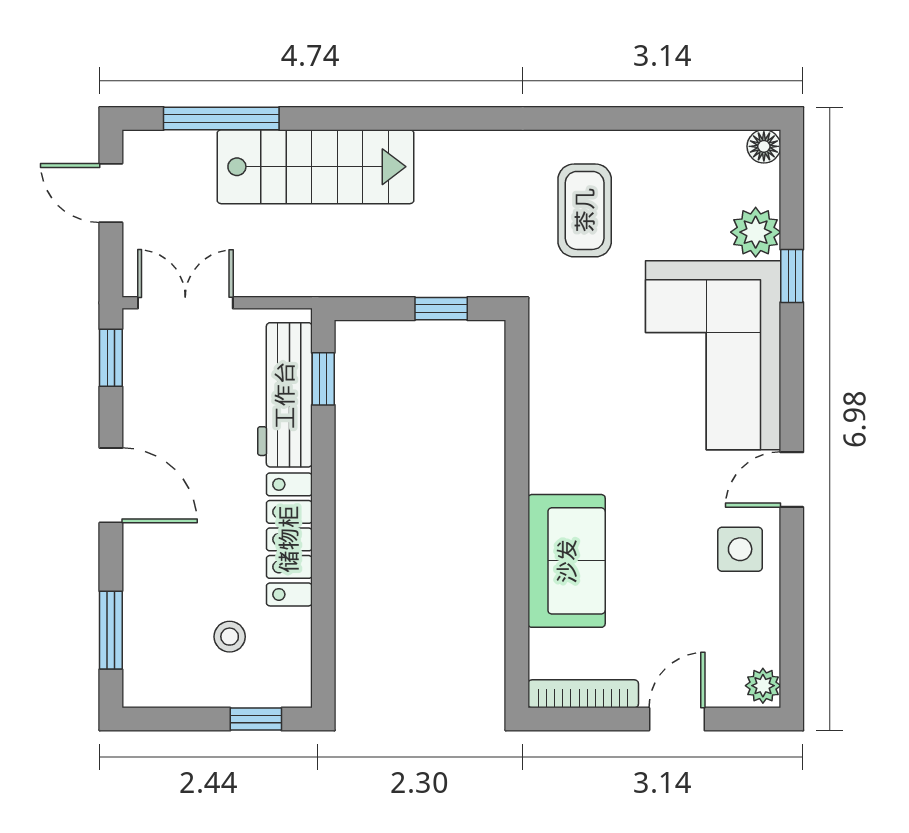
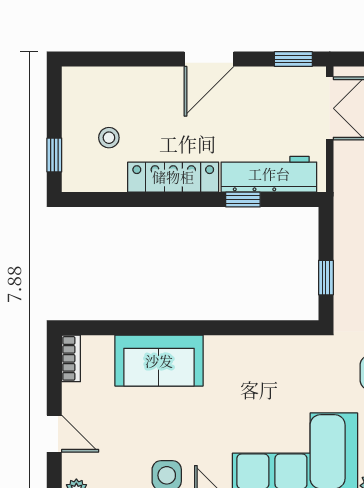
window: (323, 379) -> (243, 200), moved
window: (111, 630) -> (113, 59), removed
bookcase: (583, 694) -> (71, 358), width x0.64

